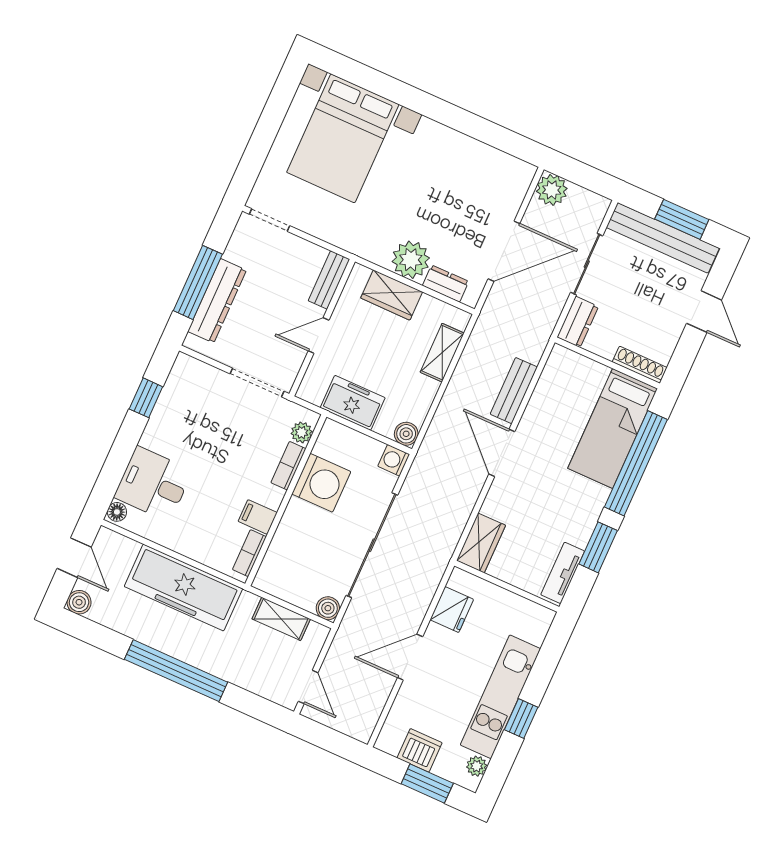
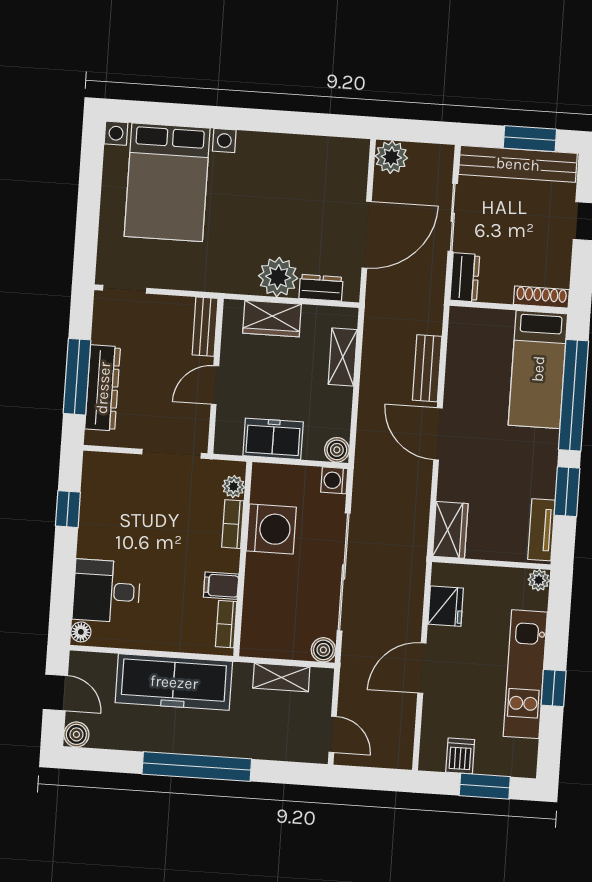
dishwasher: (420, 750) -> (460, 756), width x0.73
plant: (477, 766) -> (539, 580), moved

